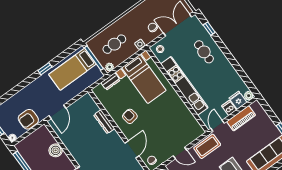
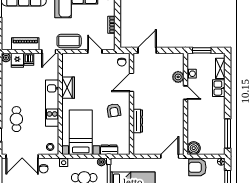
kitchen unit: (184, 86) -> (52, 103), width x0.73
wardrobe: (180, 108) -> (68, 88), added
armchair: (28, 119) -> (197, 167), turned 180
boiler: (56, 150) -> (194, 148), moved

